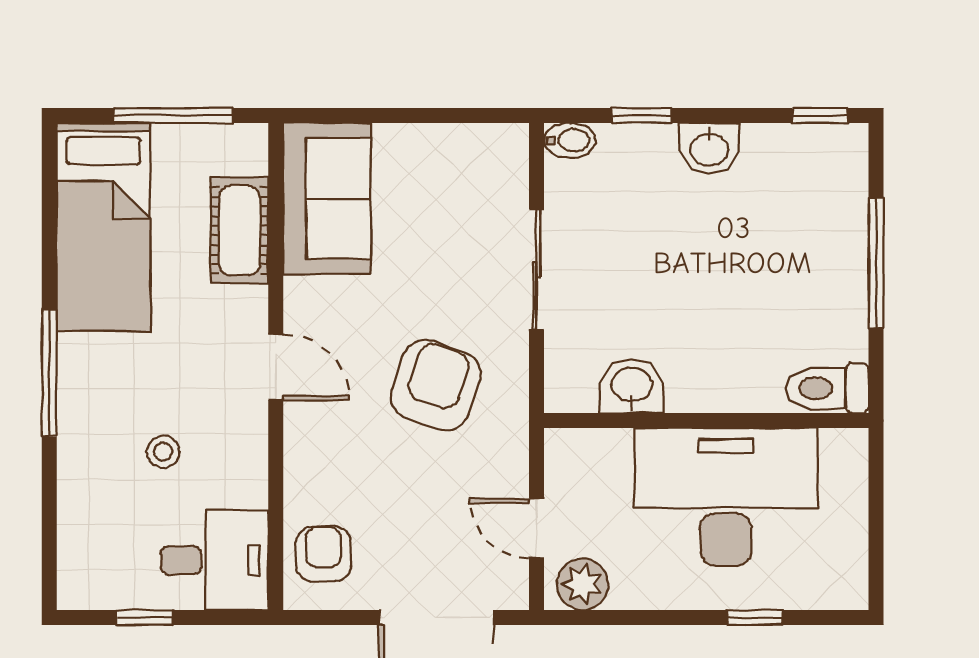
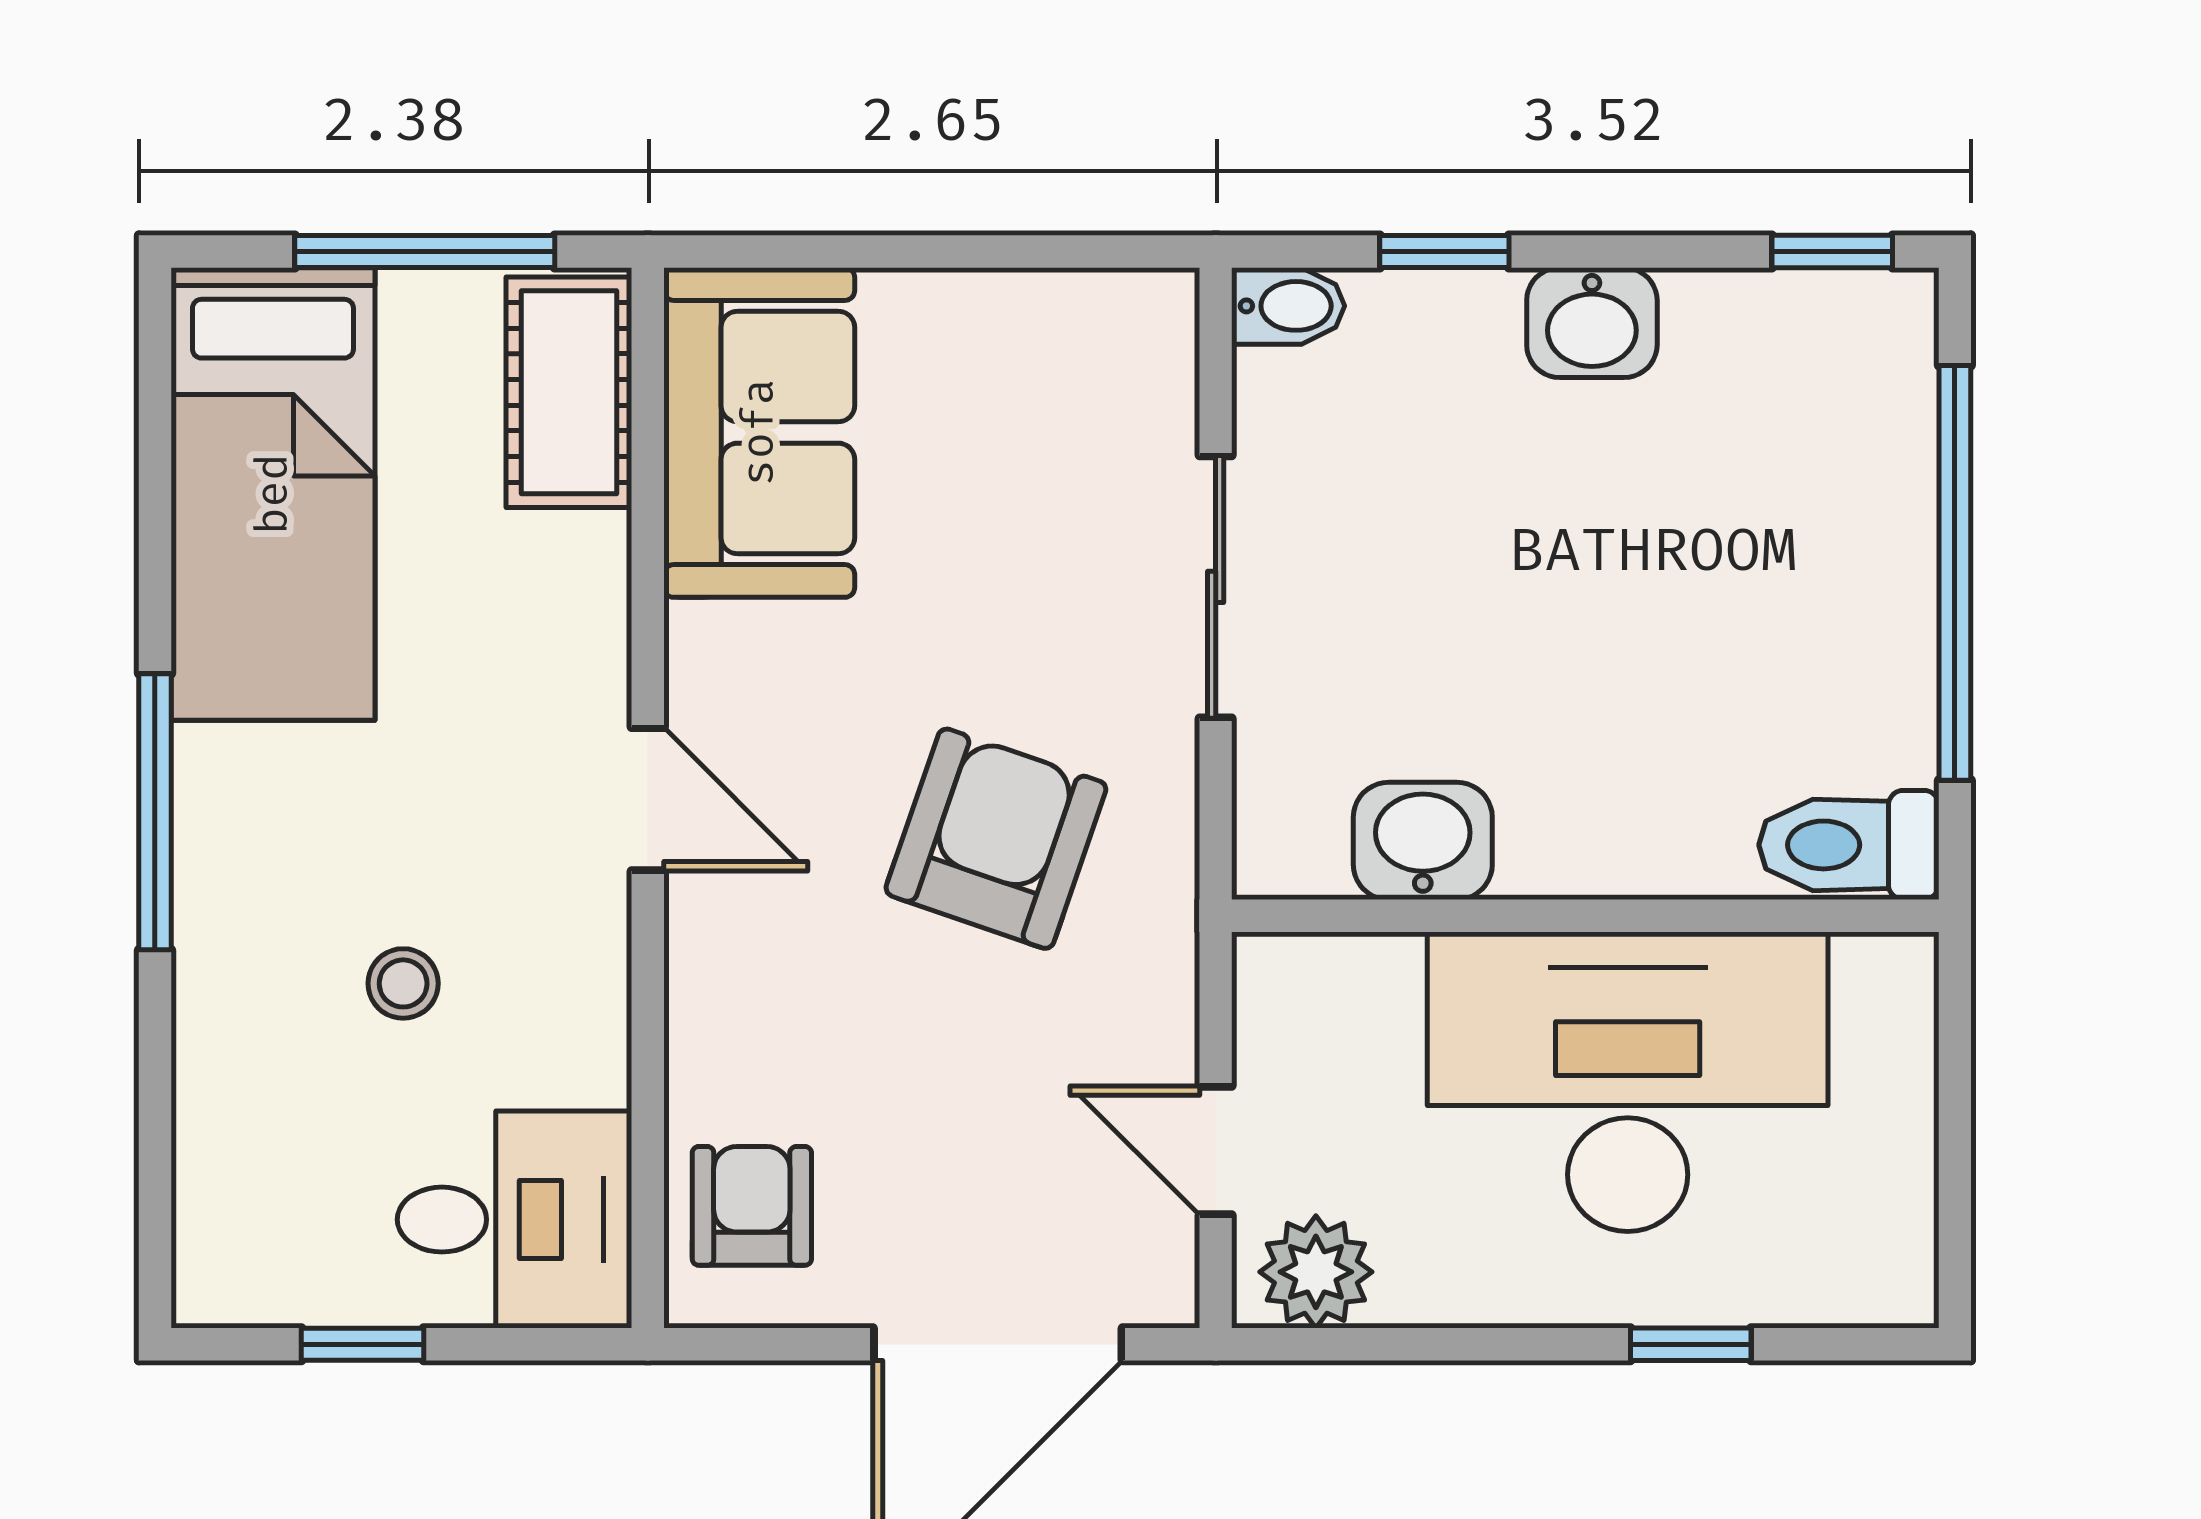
cot: (239, 230) -> (569, 392), moved
window: (876, 263) -> (1955, 573), width x1.46

